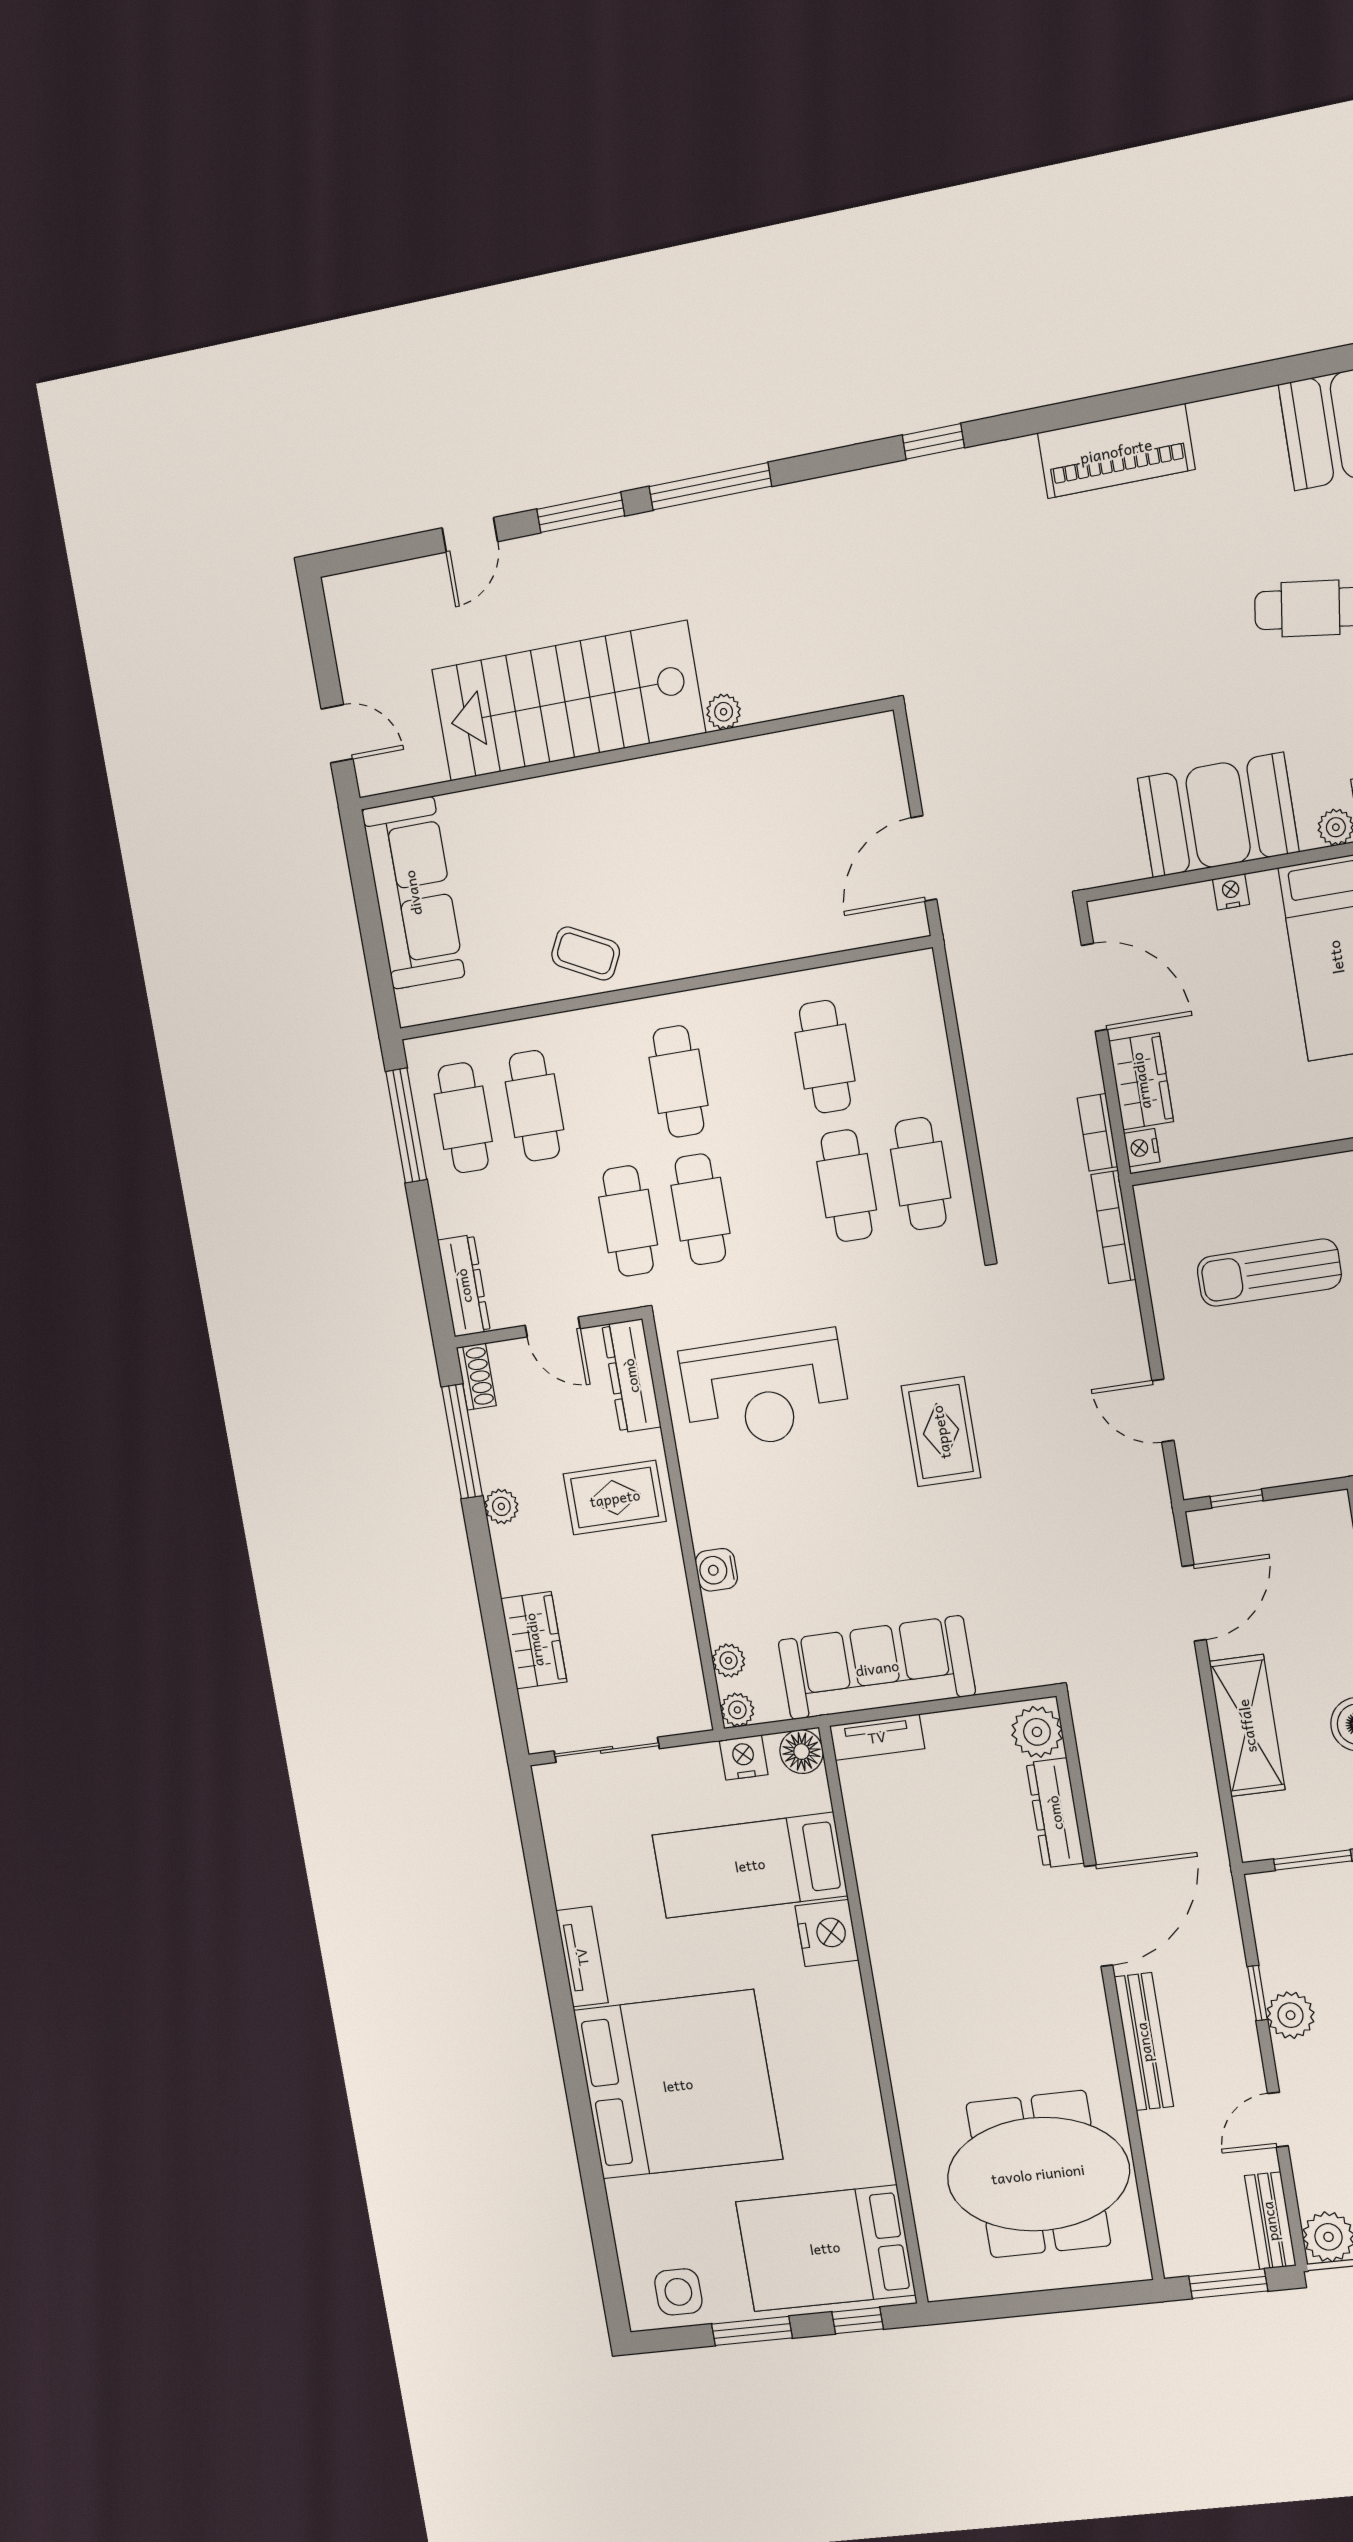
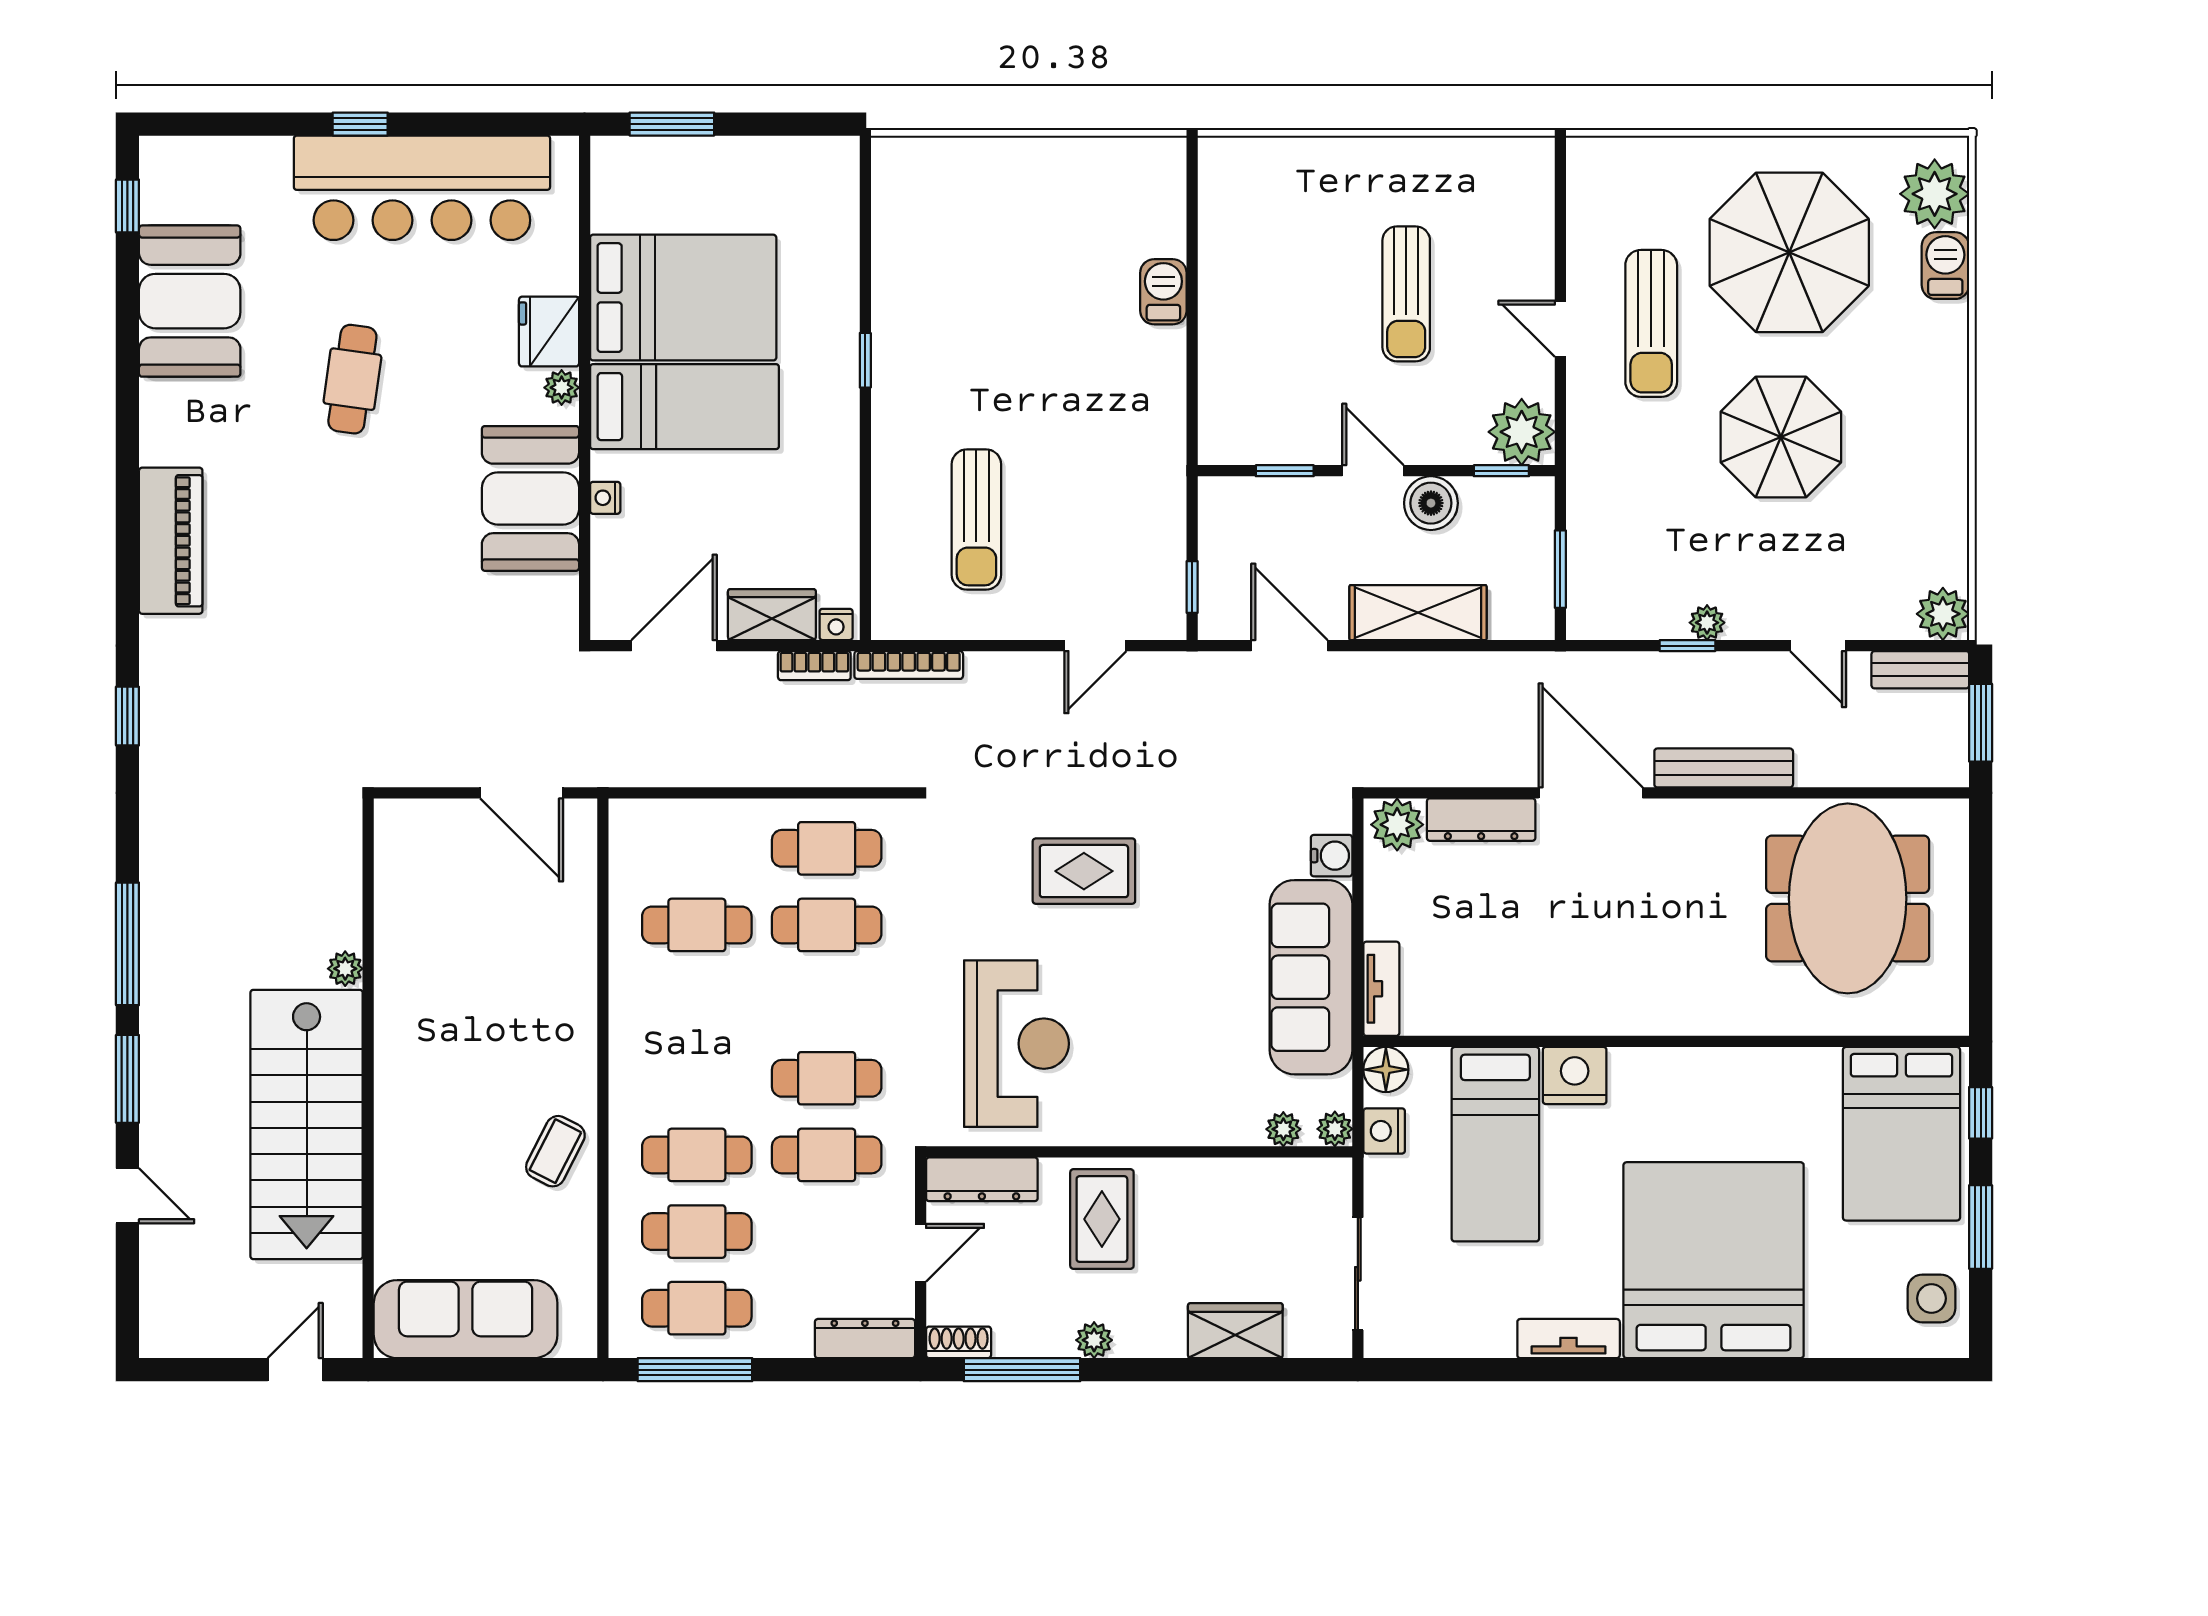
cafe table: (679, 1081) -> (697, 1155), moved
water cooler: (716, 1570) -> (1332, 856), moved, turned -90
plant: (1291, 2015) -> (1707, 623), width x0.73, depth x0.73

